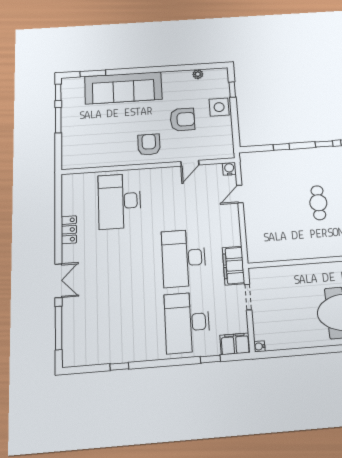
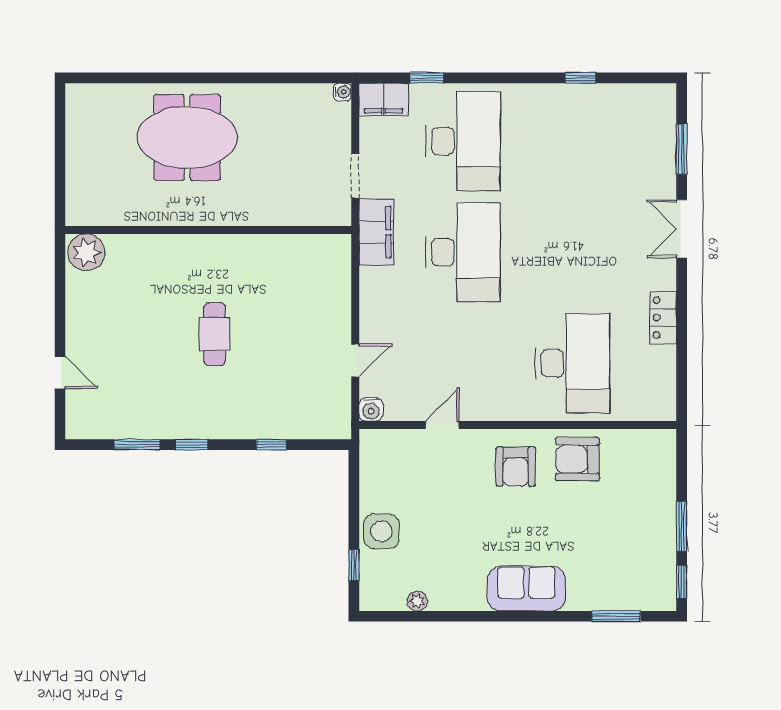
sofa: (123, 88) -> (526, 589), width x0.54, depth x0.79
armchair: (182, 119) -> (577, 459), moved
window: (59, 328) -> (682, 149), width x0.69

